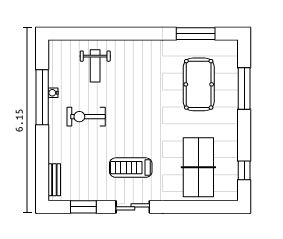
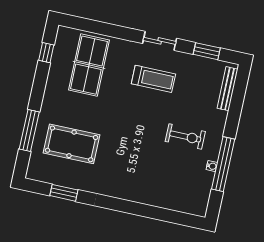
window: (196, 34) -> (64, 193), width x0.69
weight bench: (95, 66) -> (166, 183), removed
pool table: (199, 84) -> (72, 144), turned 90
bench: (54, 180) -> (227, 89), width x1.36

